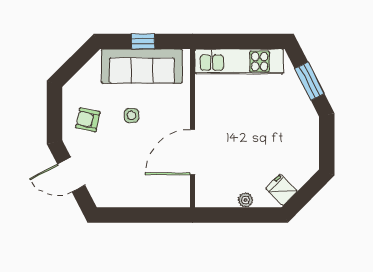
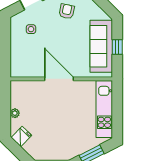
side table: (131, 115) -> (31, 29), moved
door: (193, 152) -> (59, 79), moved

